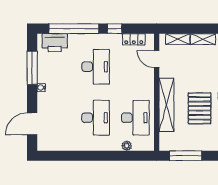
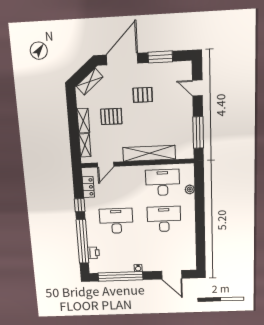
printer: (55, 43) -> (93, 253), width x0.53, depth x0.68
window: (32, 68) -> (121, 276), width x1.46
pallet: (200, 108) -> (111, 116), moved, width x0.67, depth x0.71

